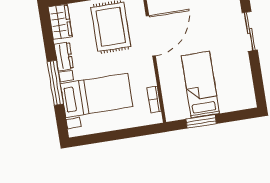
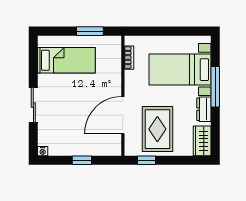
bed: (200, 85) -> (66, 60), moved, turned -90

